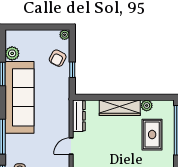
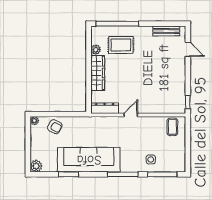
plant: (12, 53) -> (36, 166), moved
window: (72, 70) -> (65, 114), removed
door: (71, 146) -> (131, 115), swing flipped

